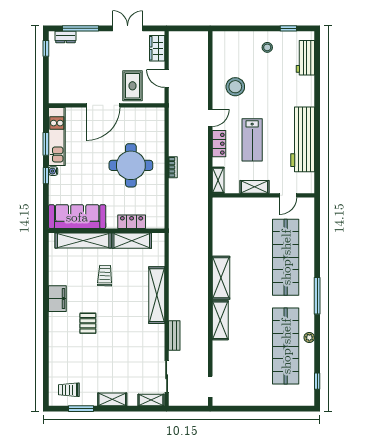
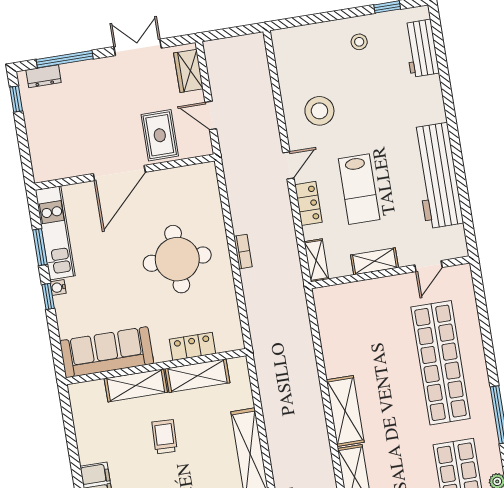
shelving: (83, 240) -> (136, 385), width x0.68

